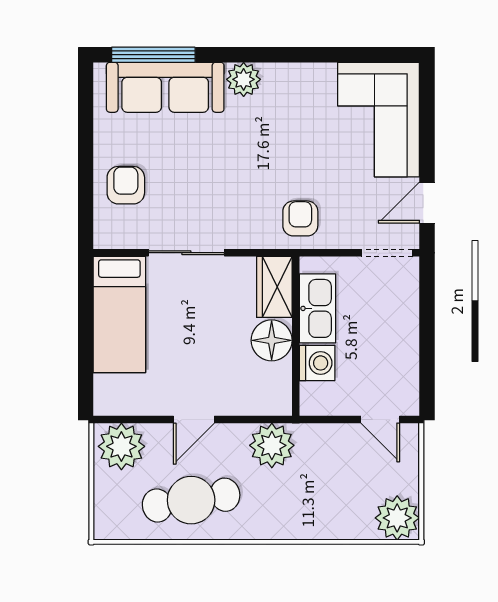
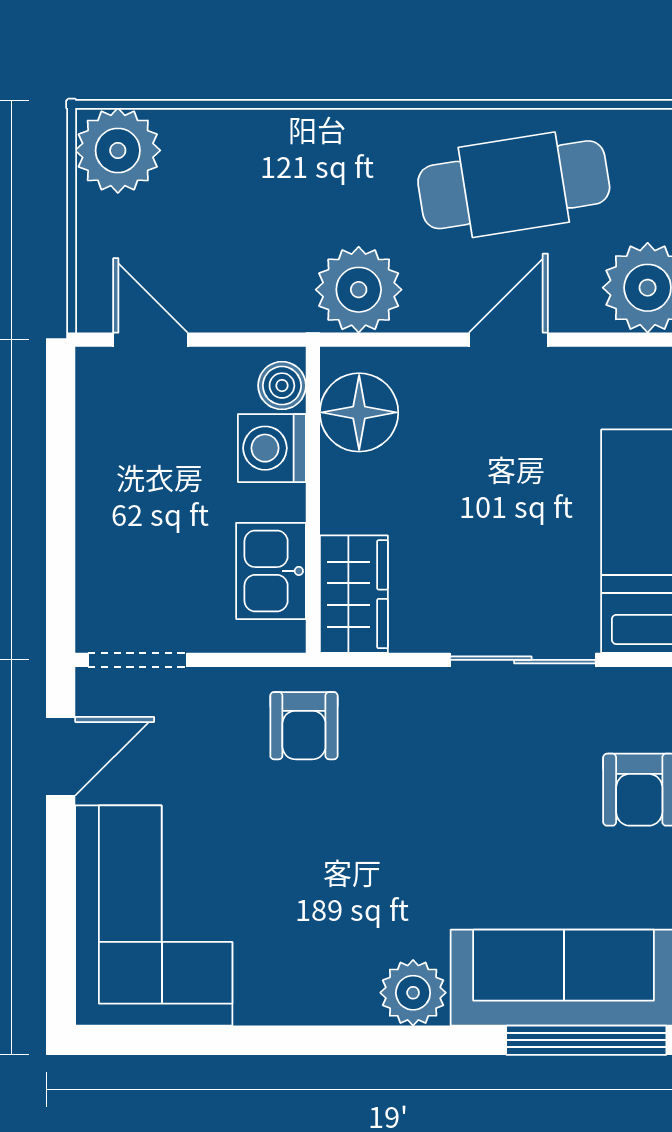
kitchen sink: (318, 308) -> (271, 571), width x0.73
floor lamp: (272, 340) -> (359, 412), moved
boiler: (312, 396) -> (282, 386), added

